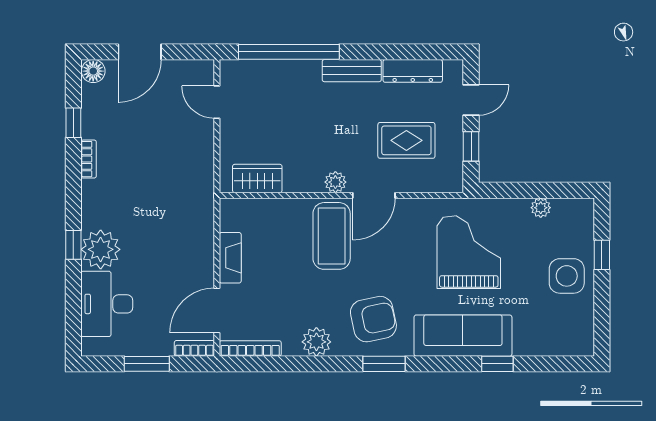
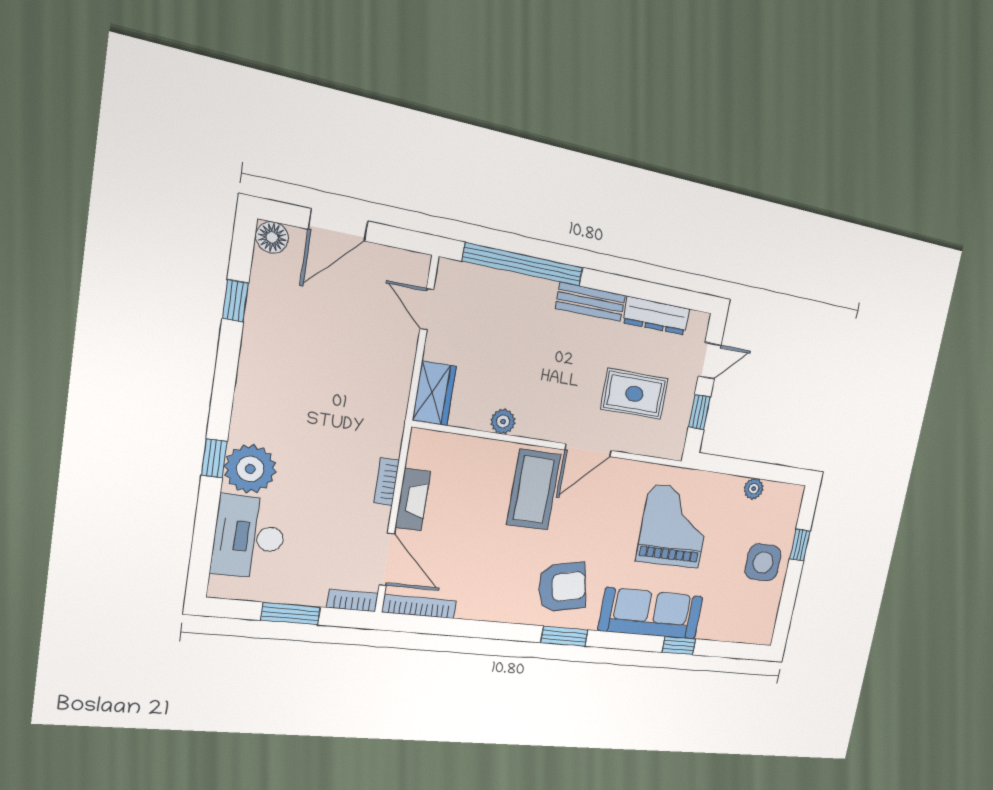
bookcase: (89, 159) -> (387, 482), moved, turned 180
wardrobe: (257, 178) -> (434, 393), moved, turned 90
plant: (335, 182) -> (503, 422), moved
door: (217, 310) -> (387, 559), swing flipped
plant: (316, 342) -> (496, 606), removed

